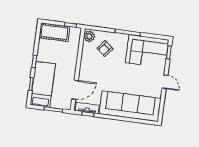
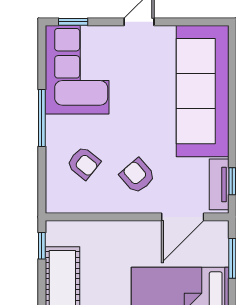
plant: (89, 36) -> (61, 201), removed
armchair: (96, 72) -> (137, 176), added
door: (75, 90) -> (183, 217), swing flipped

